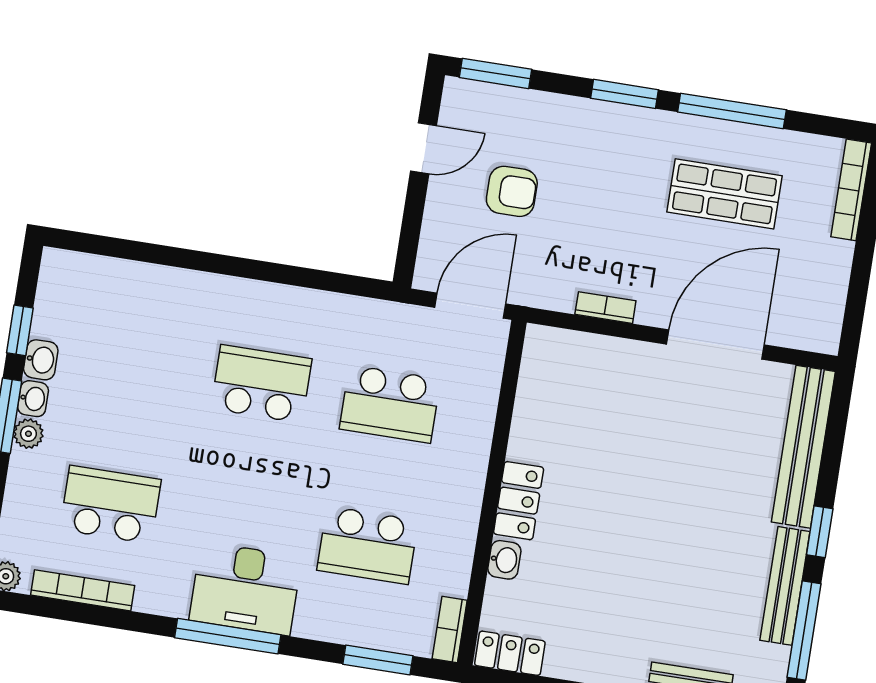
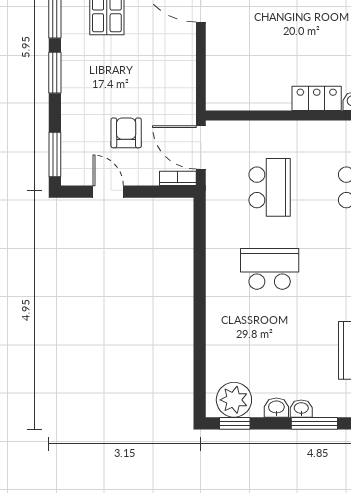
bookcase: (605, 308) -> (178, 178), moved, turned 90
window: (20, 330) -> (235, 423), moved
school desk: (261, 384) -> (270, 269), turned 90
plant: (28, 434) -> (234, 400), moved, width x1.88, depth x1.88

